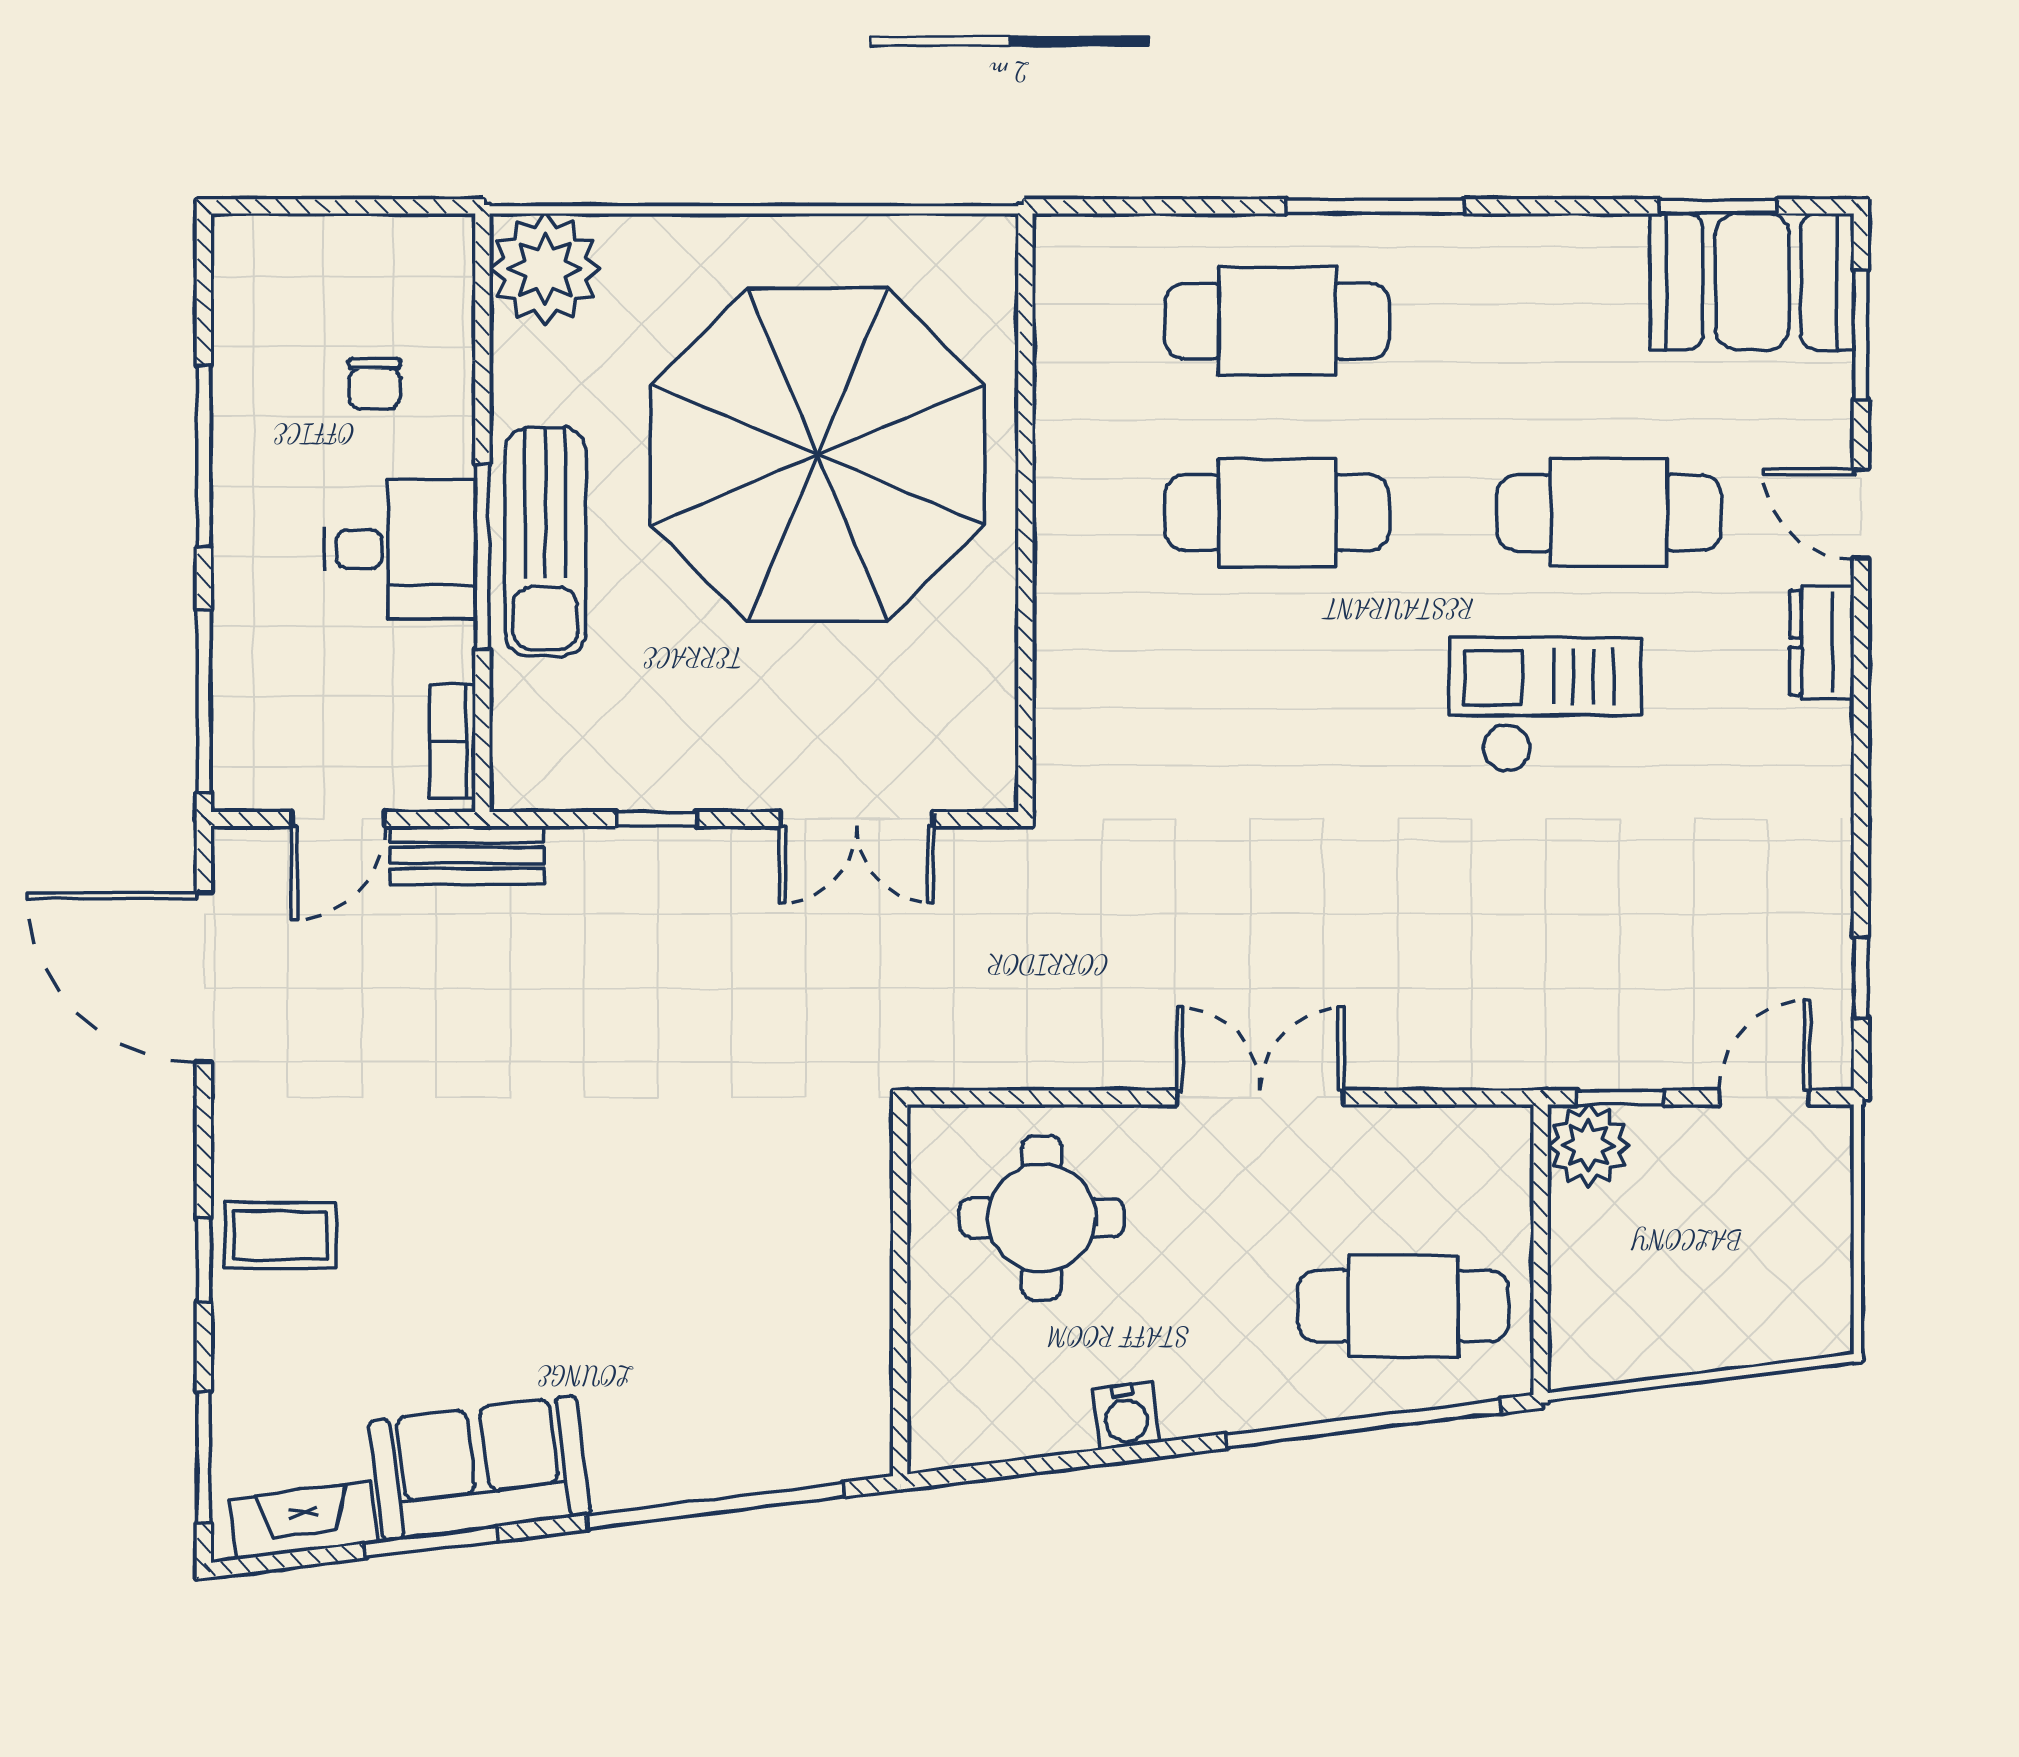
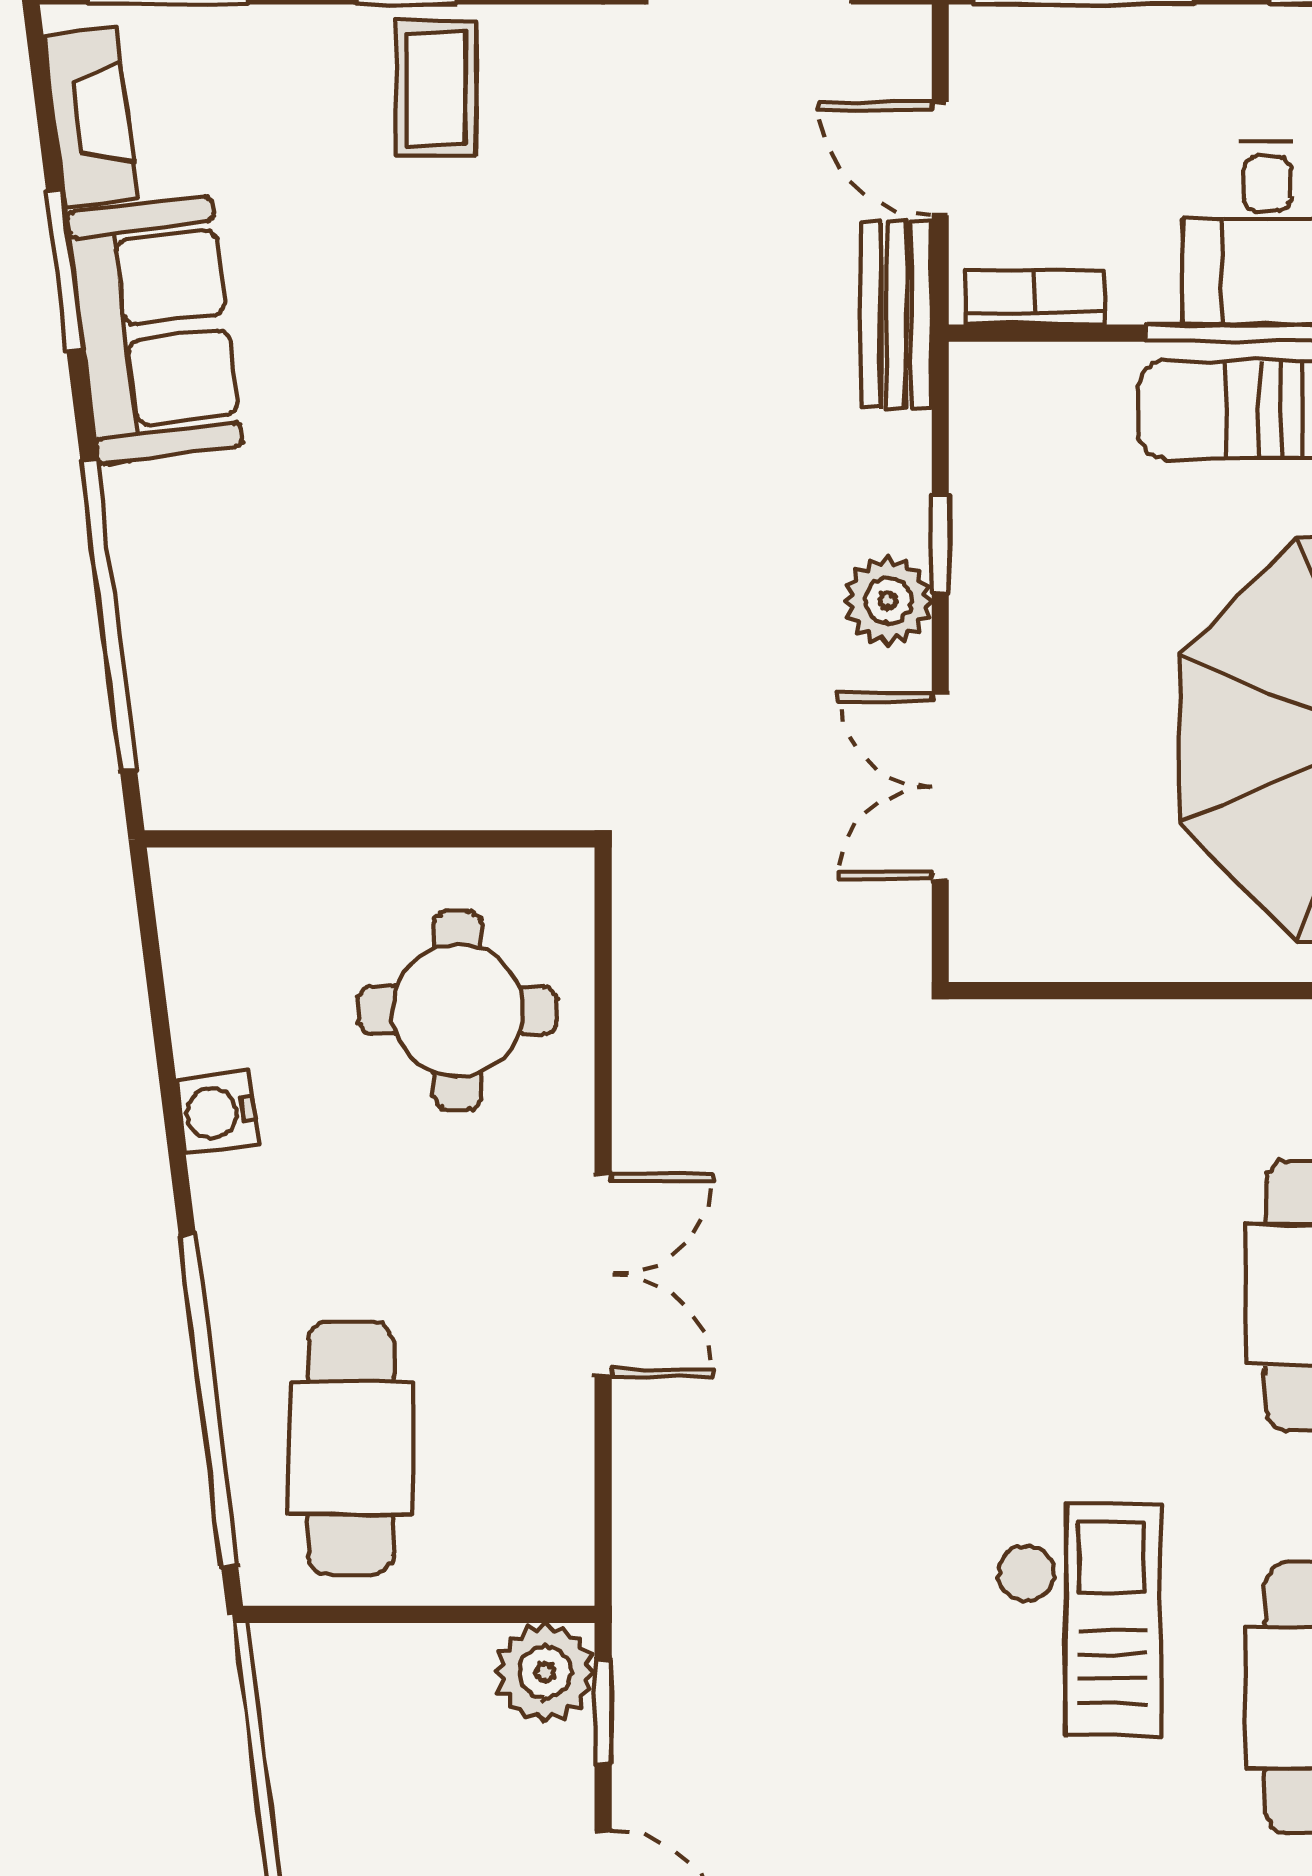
plant: (704, 862) -> (888, 601), added

